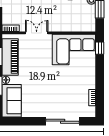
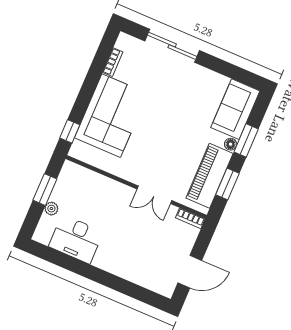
corner sofa: (74, 49) -> (111, 116), moved, turned 90

